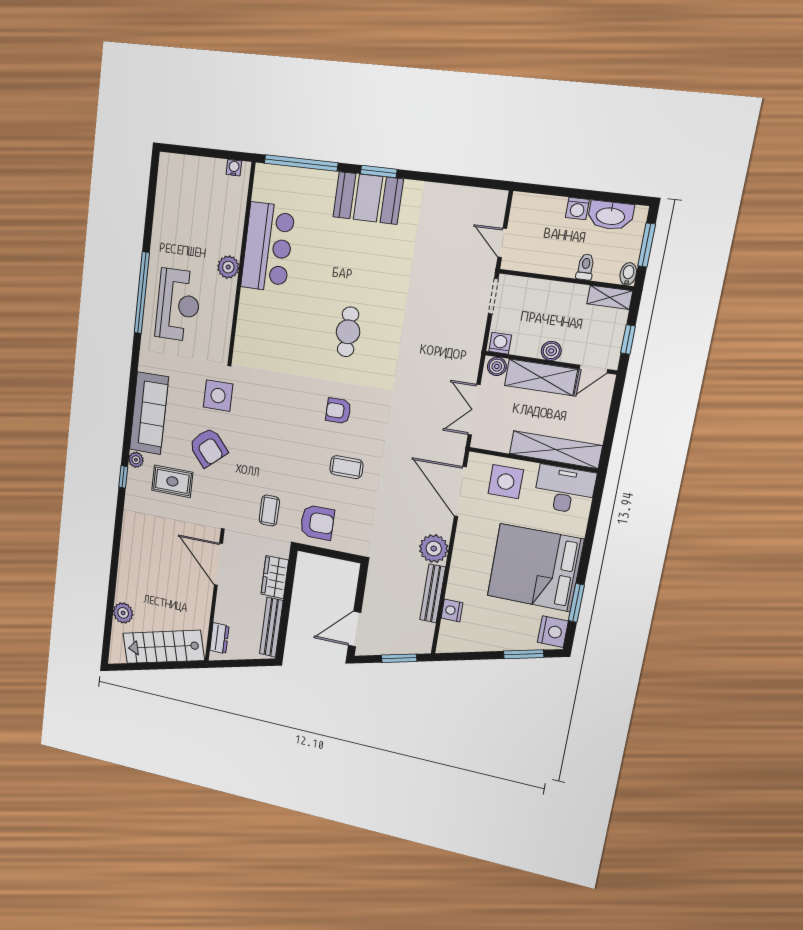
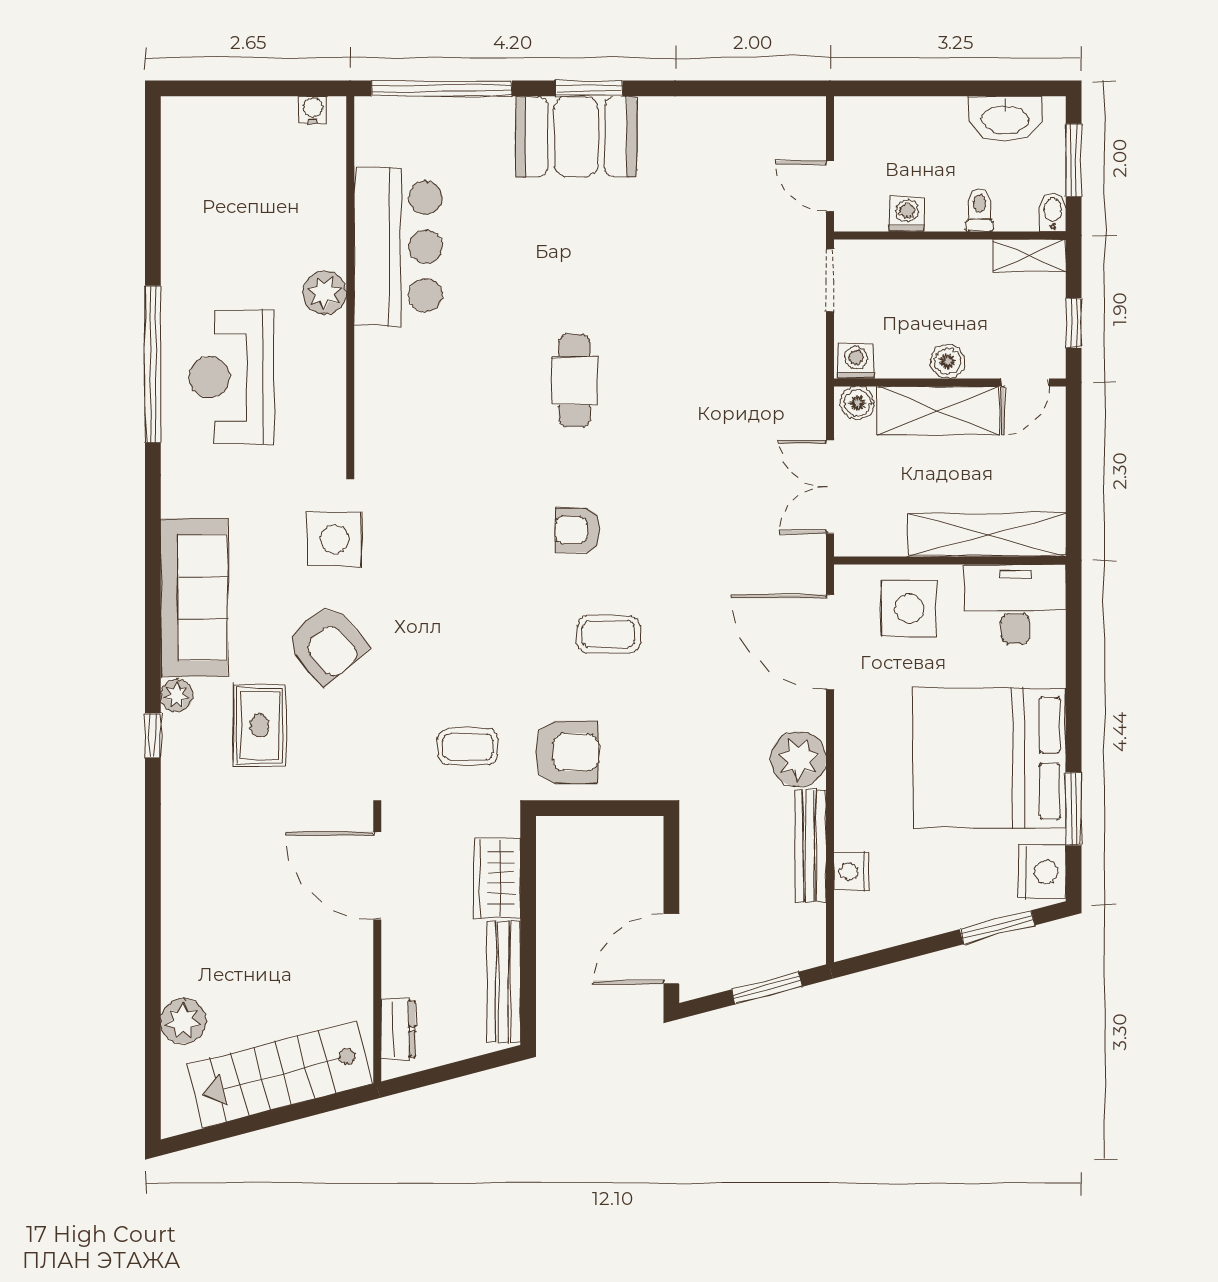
washing machine: (577, 209) -> (907, 214), moved, turned 180
reception desk: (178, 305) -> (231, 377), turned 180
rug: (172, 481) -> (259, 725), turned 90
coffee table: (269, 510) -> (468, 747), turned 90

